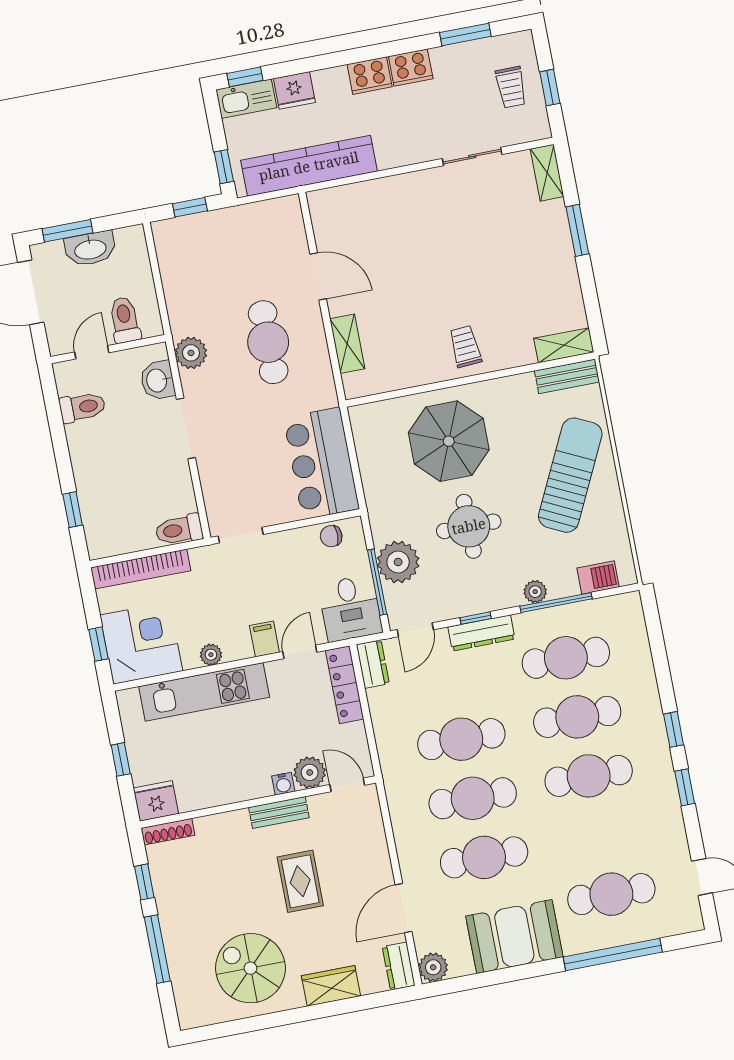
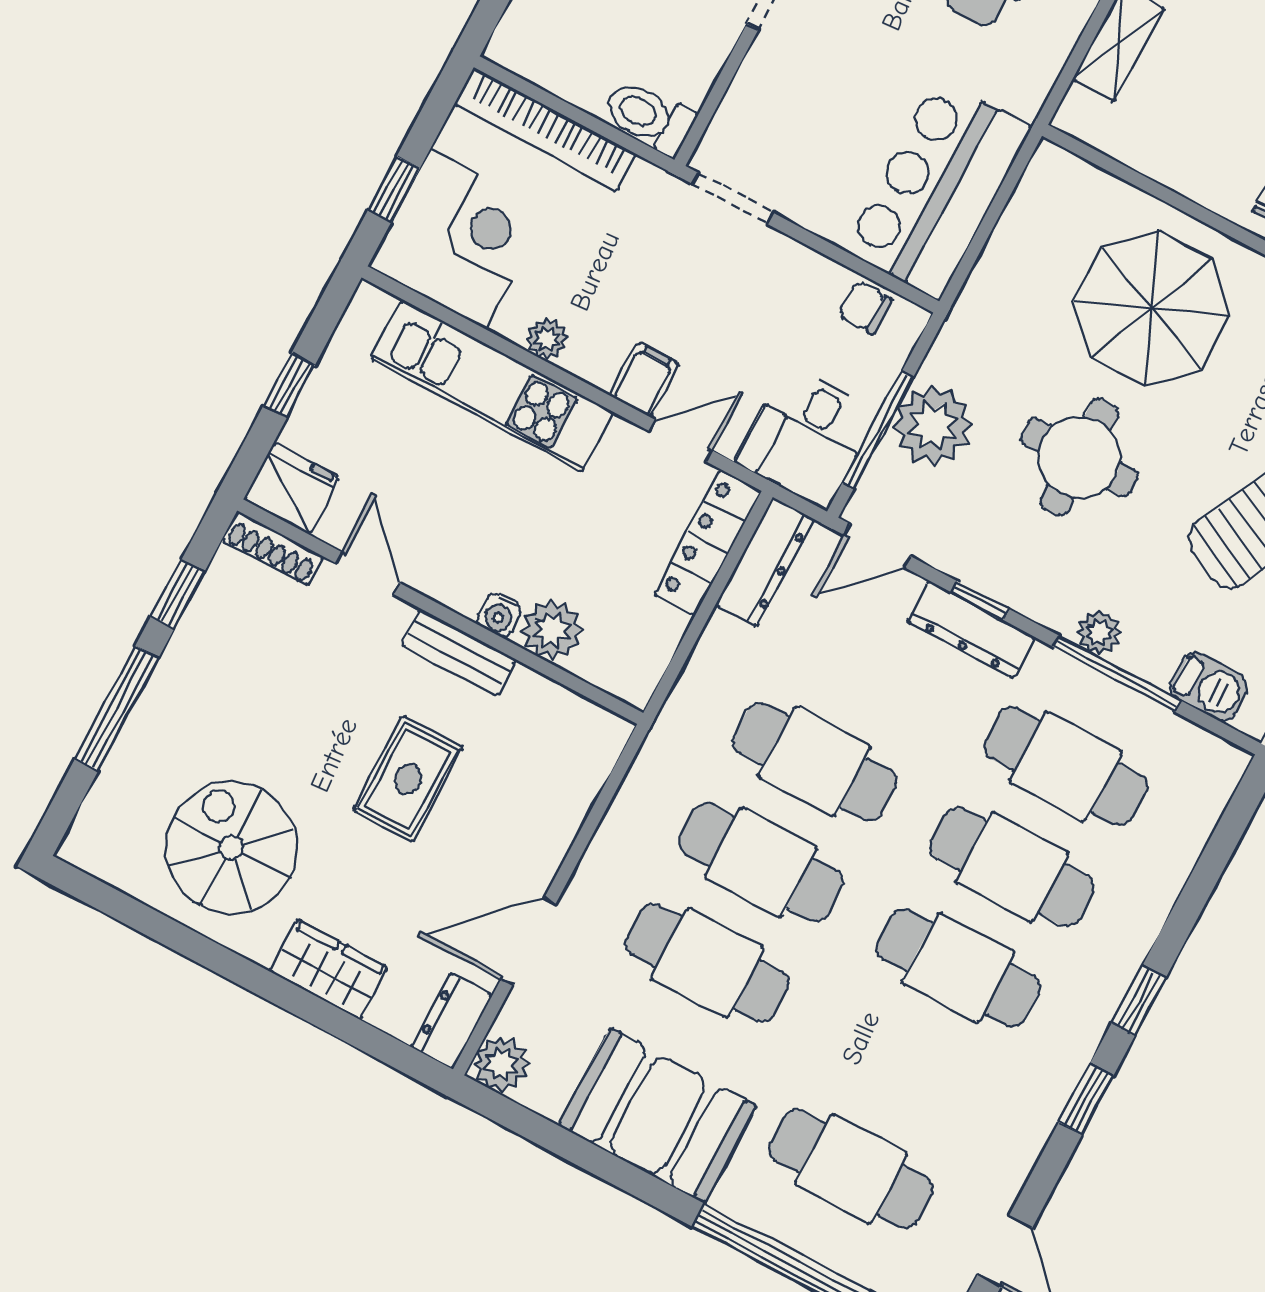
dresser: (373, 664) -> (765, 562), width x1.44
door: (347, 785) -> (368, 573), moved

